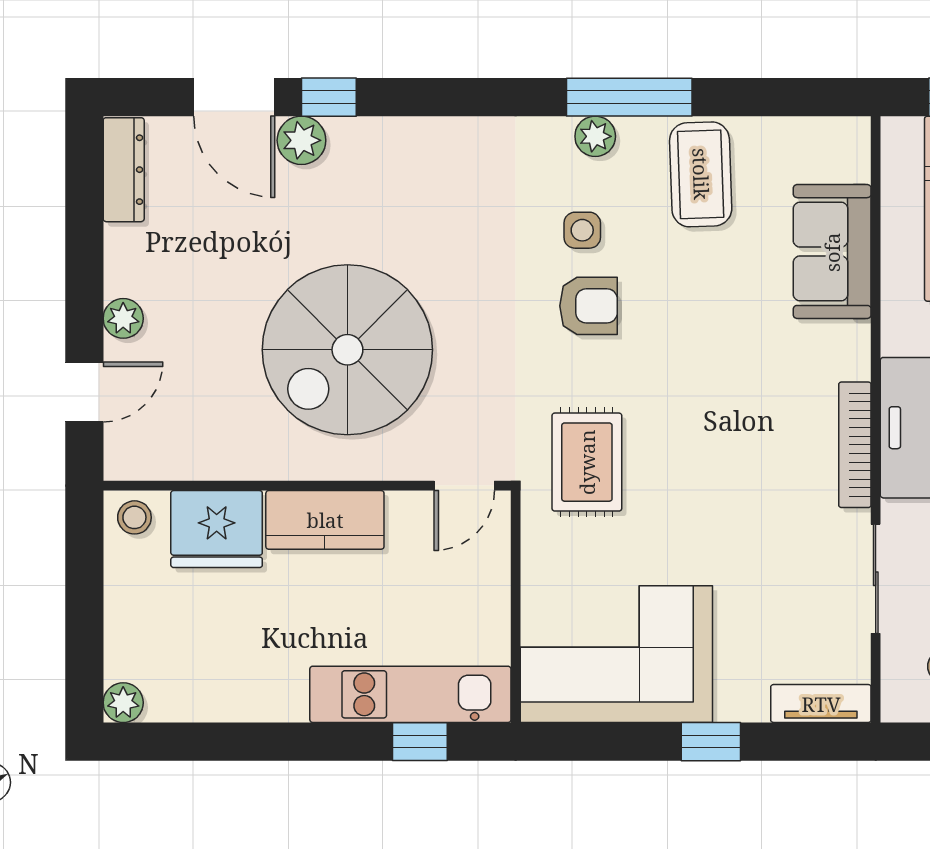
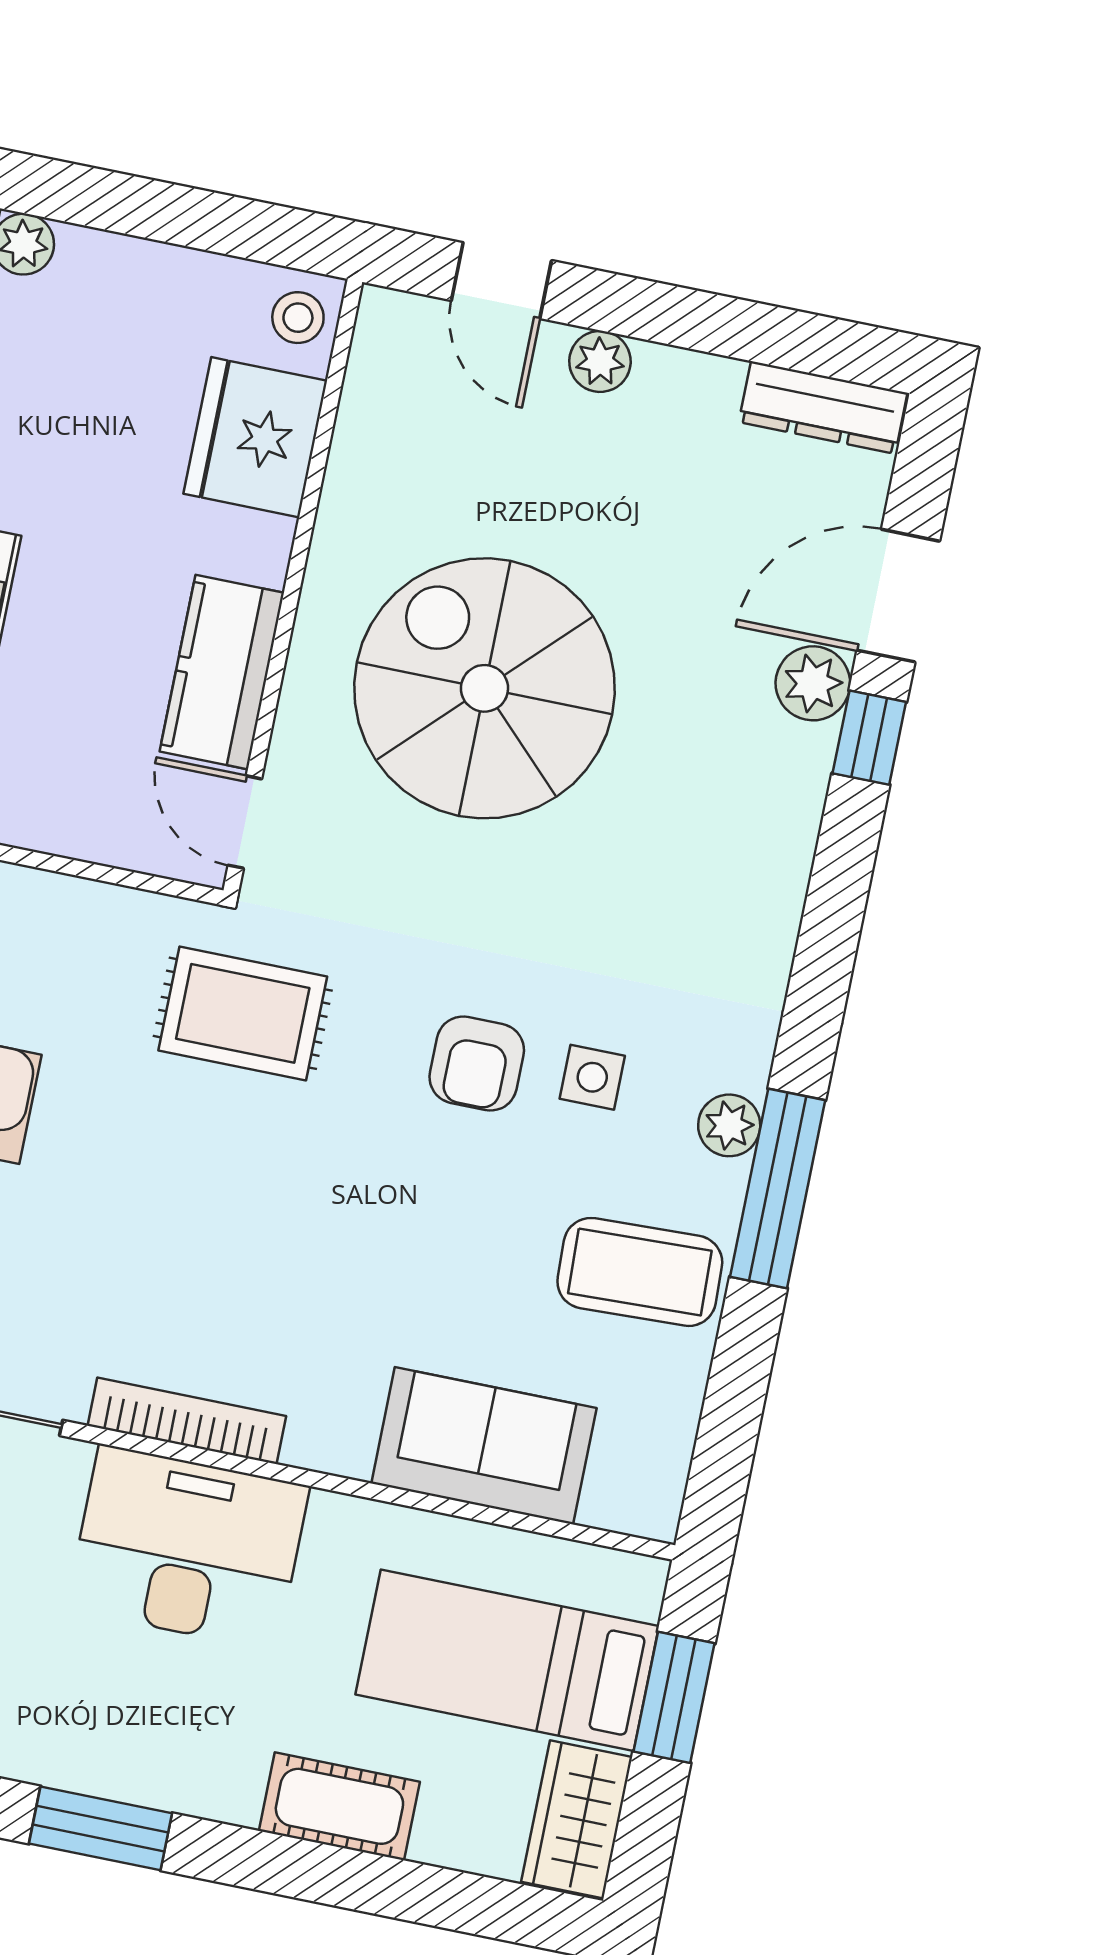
kitchen counter: (325, 520) -> (222, 672), moved

